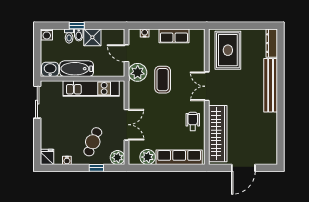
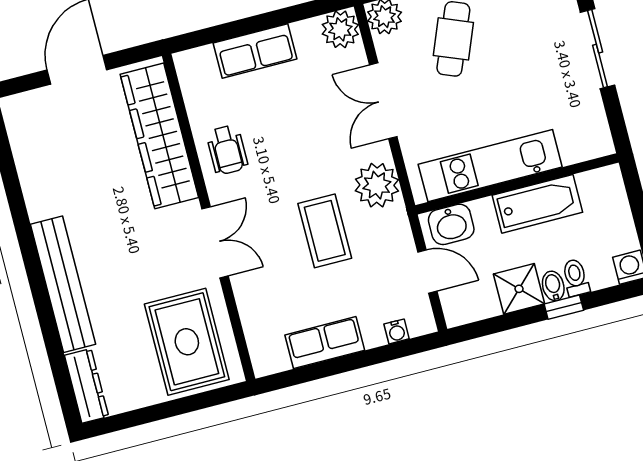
washbasin: (50, 69) -> (451, 224), moved
plant: (138, 72) -> (377, 185), moved
sliding door: (37, 102) -> (598, 49), moved
plant: (148, 157) -> (340, 29), moved
row of seats: (179, 157) -> (255, 51), width x0.68

